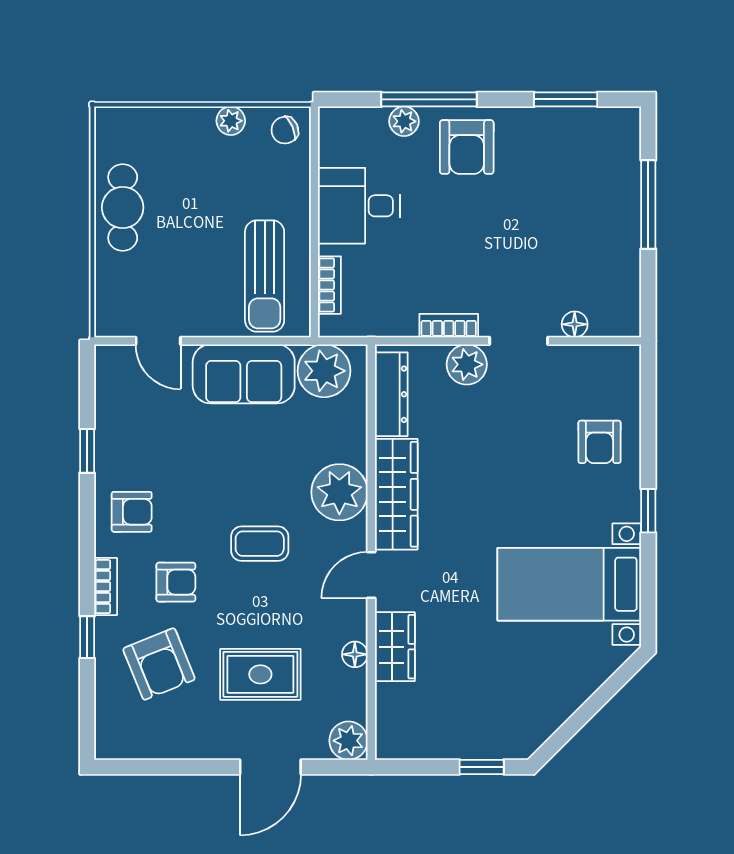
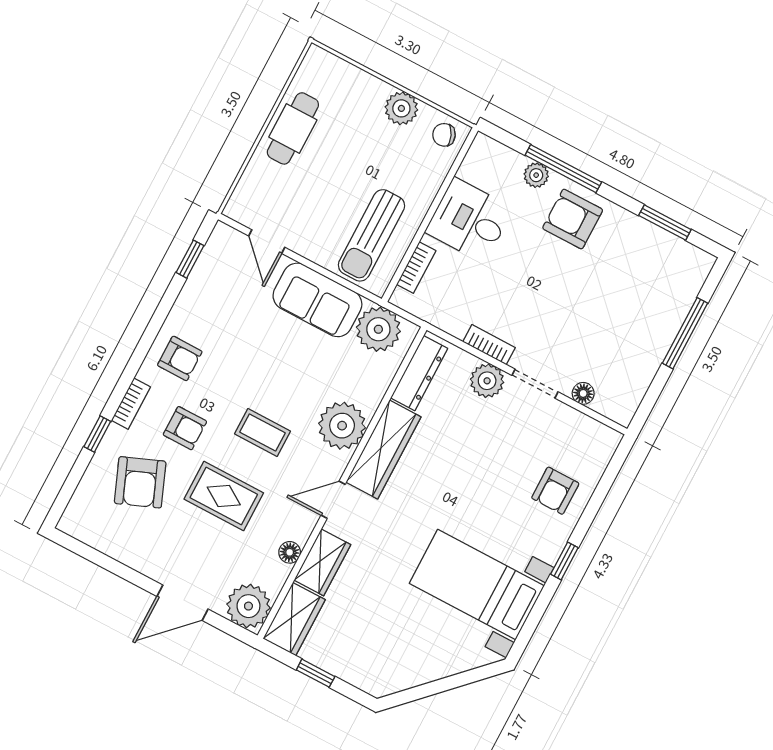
plant: (231, 121) -> (401, 108), width x1.38, depth x1.38
armchair: (467, 147) -> (573, 219), turned 90
window: (87, 451) -> (190, 259), moved
rug: (260, 674) -> (224, 496), moved
wardrobe: (397, 722) -> (294, 619), added
plant: (348, 741) -> (248, 606), width x1.36, depth x1.36
window: (482, 767) -> (316, 673), moved

